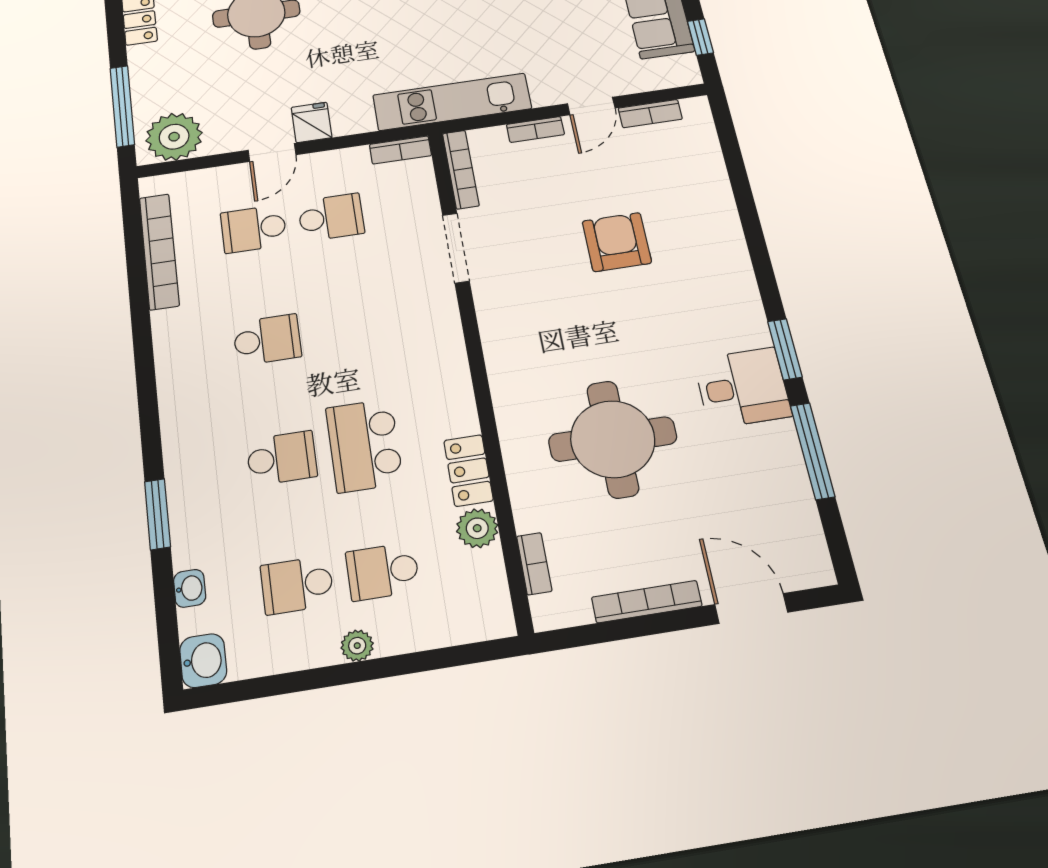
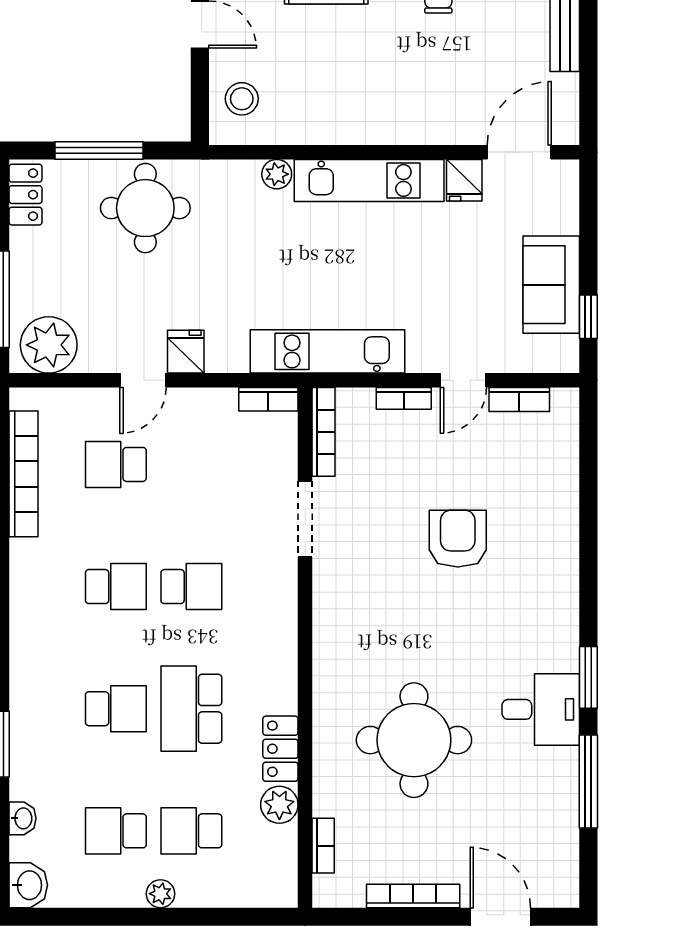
school desk: (331, 217) -> (191, 587), moved

